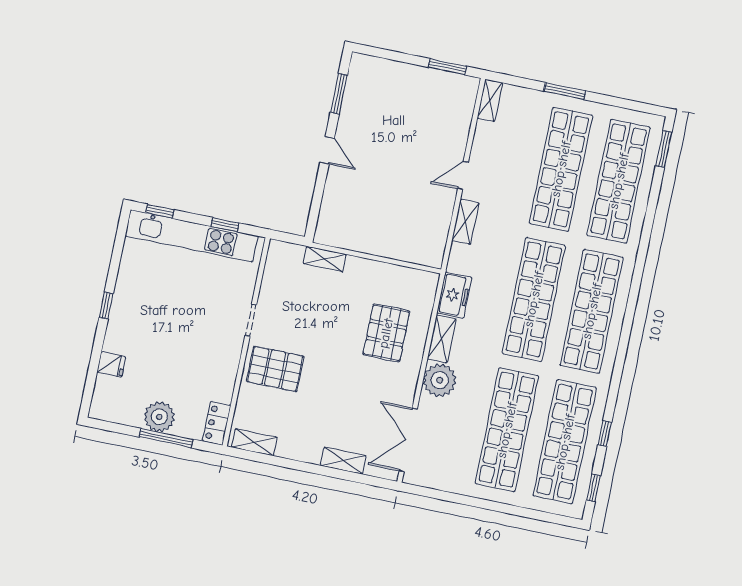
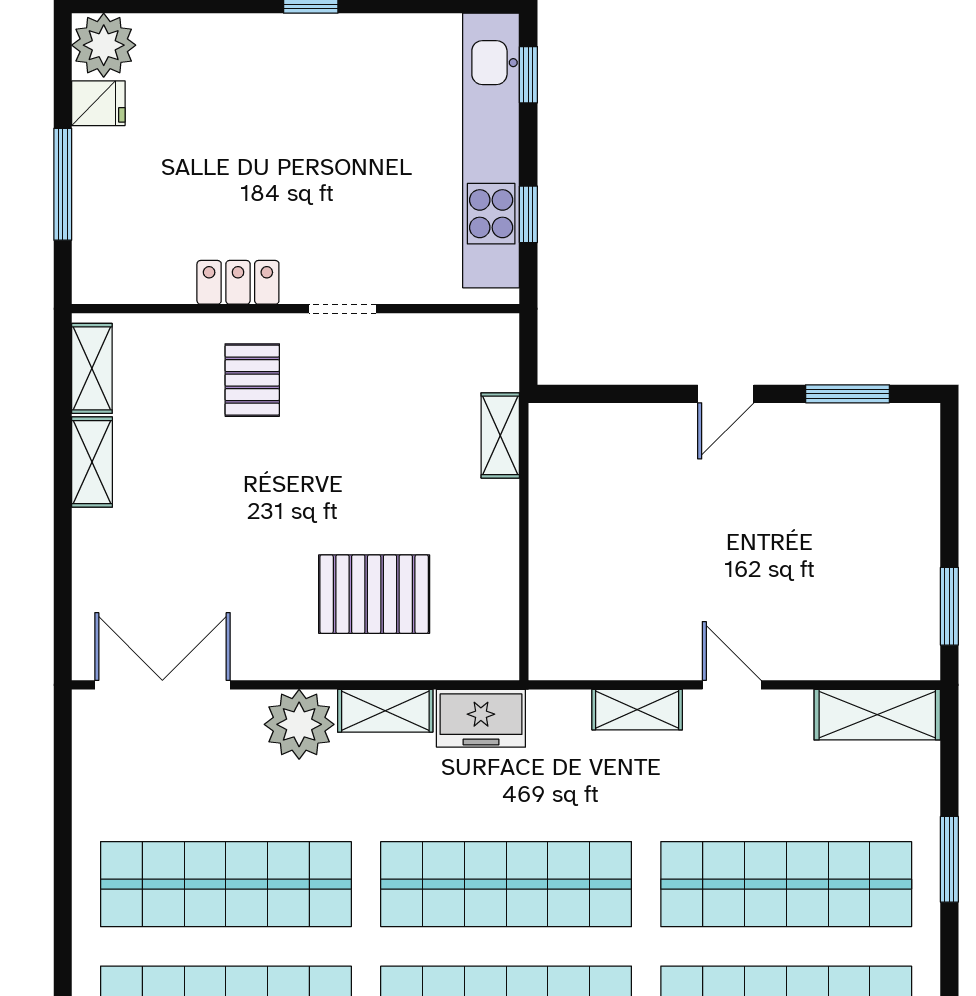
shelving: (490, 100) -> (877, 715), width x1.50, depth x1.33
fridge: (111, 365) -> (98, 103), moved, turned -90
pallet: (275, 369) -> (252, 380), width x0.67, depth x0.71
plant: (159, 417) -> (104, 45), moved
locker: (217, 423) -> (238, 282), moved
shelving: (343, 461) -> (92, 462), moved

